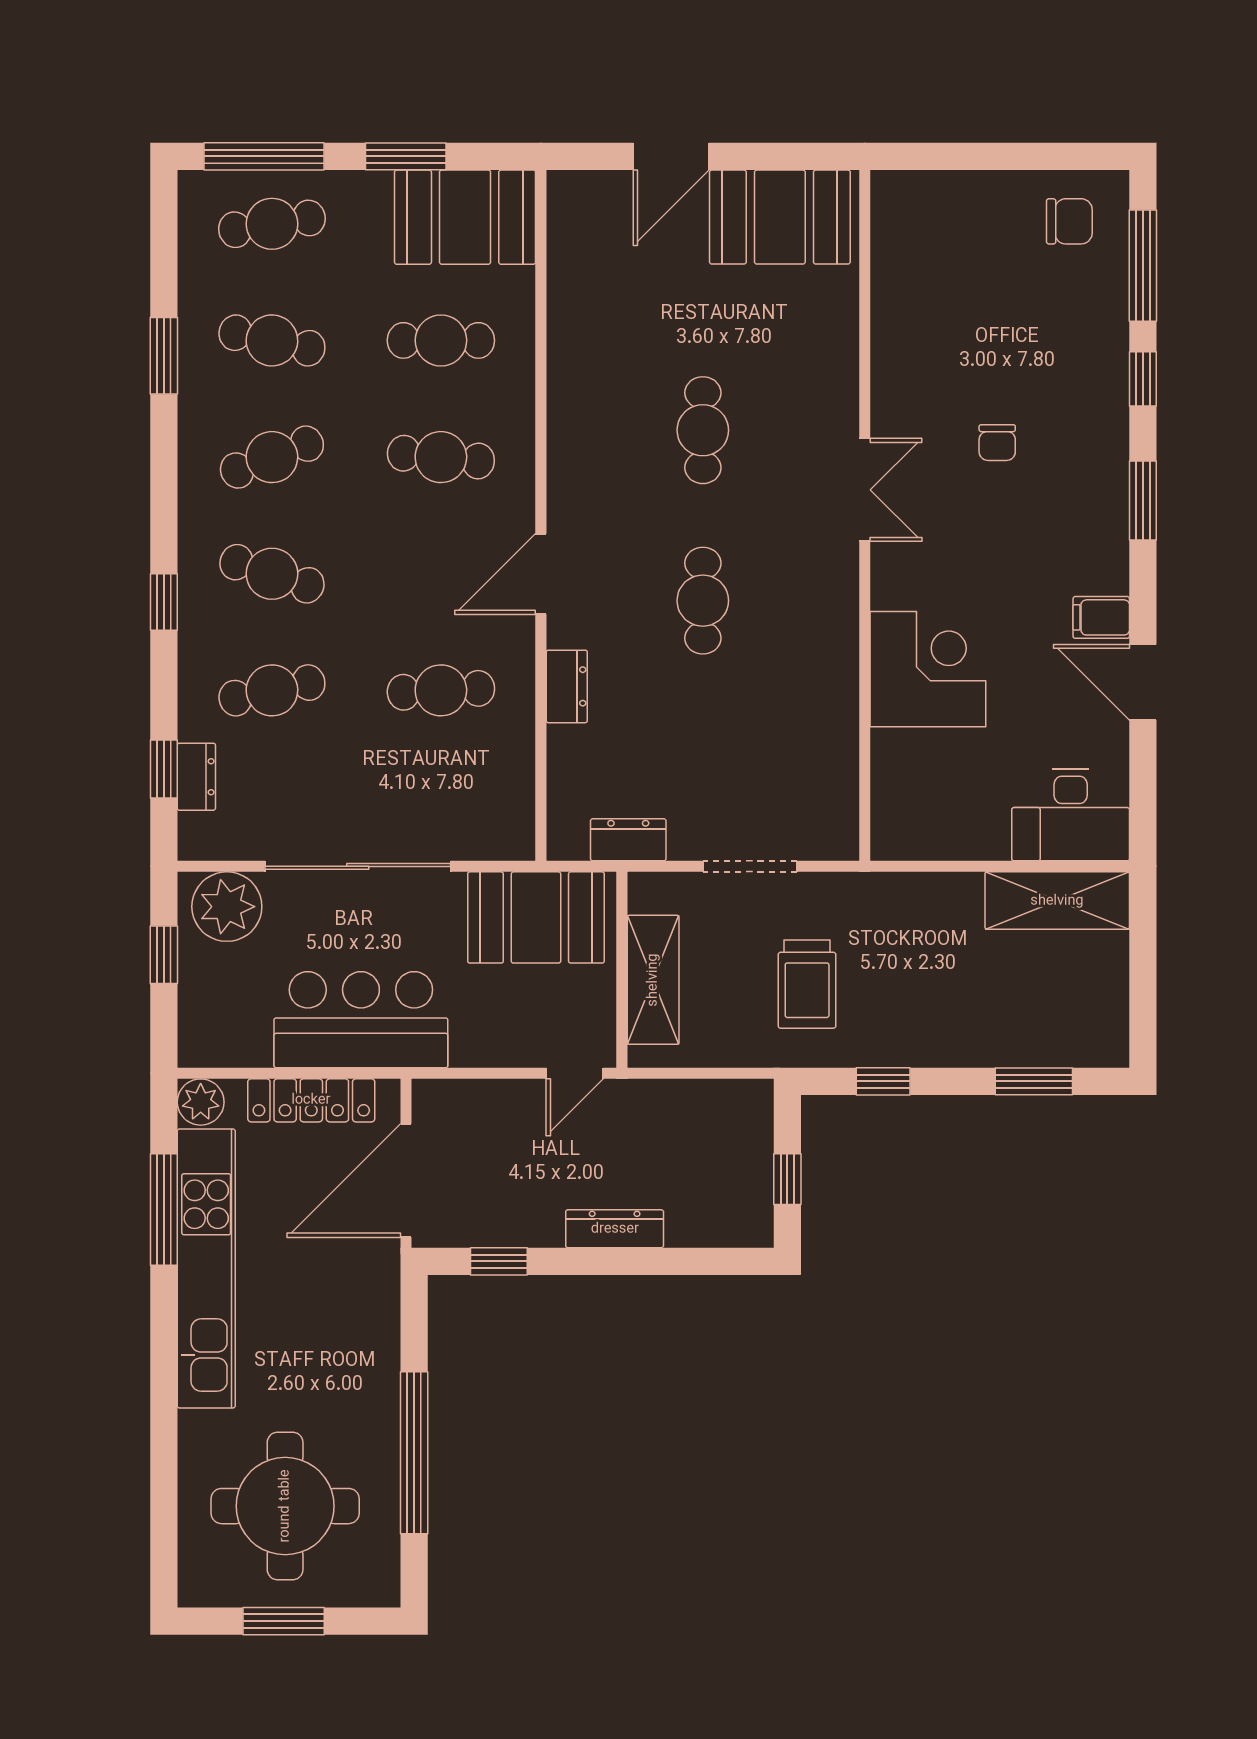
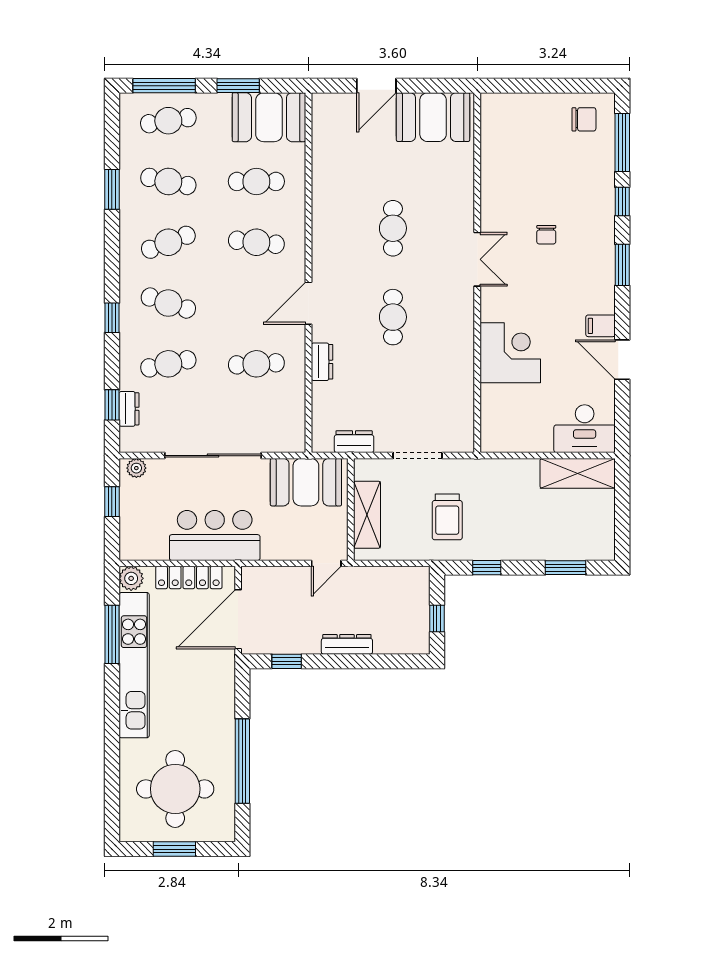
plant: (227, 907) -> (136, 468), width x0.53, depth x0.53

